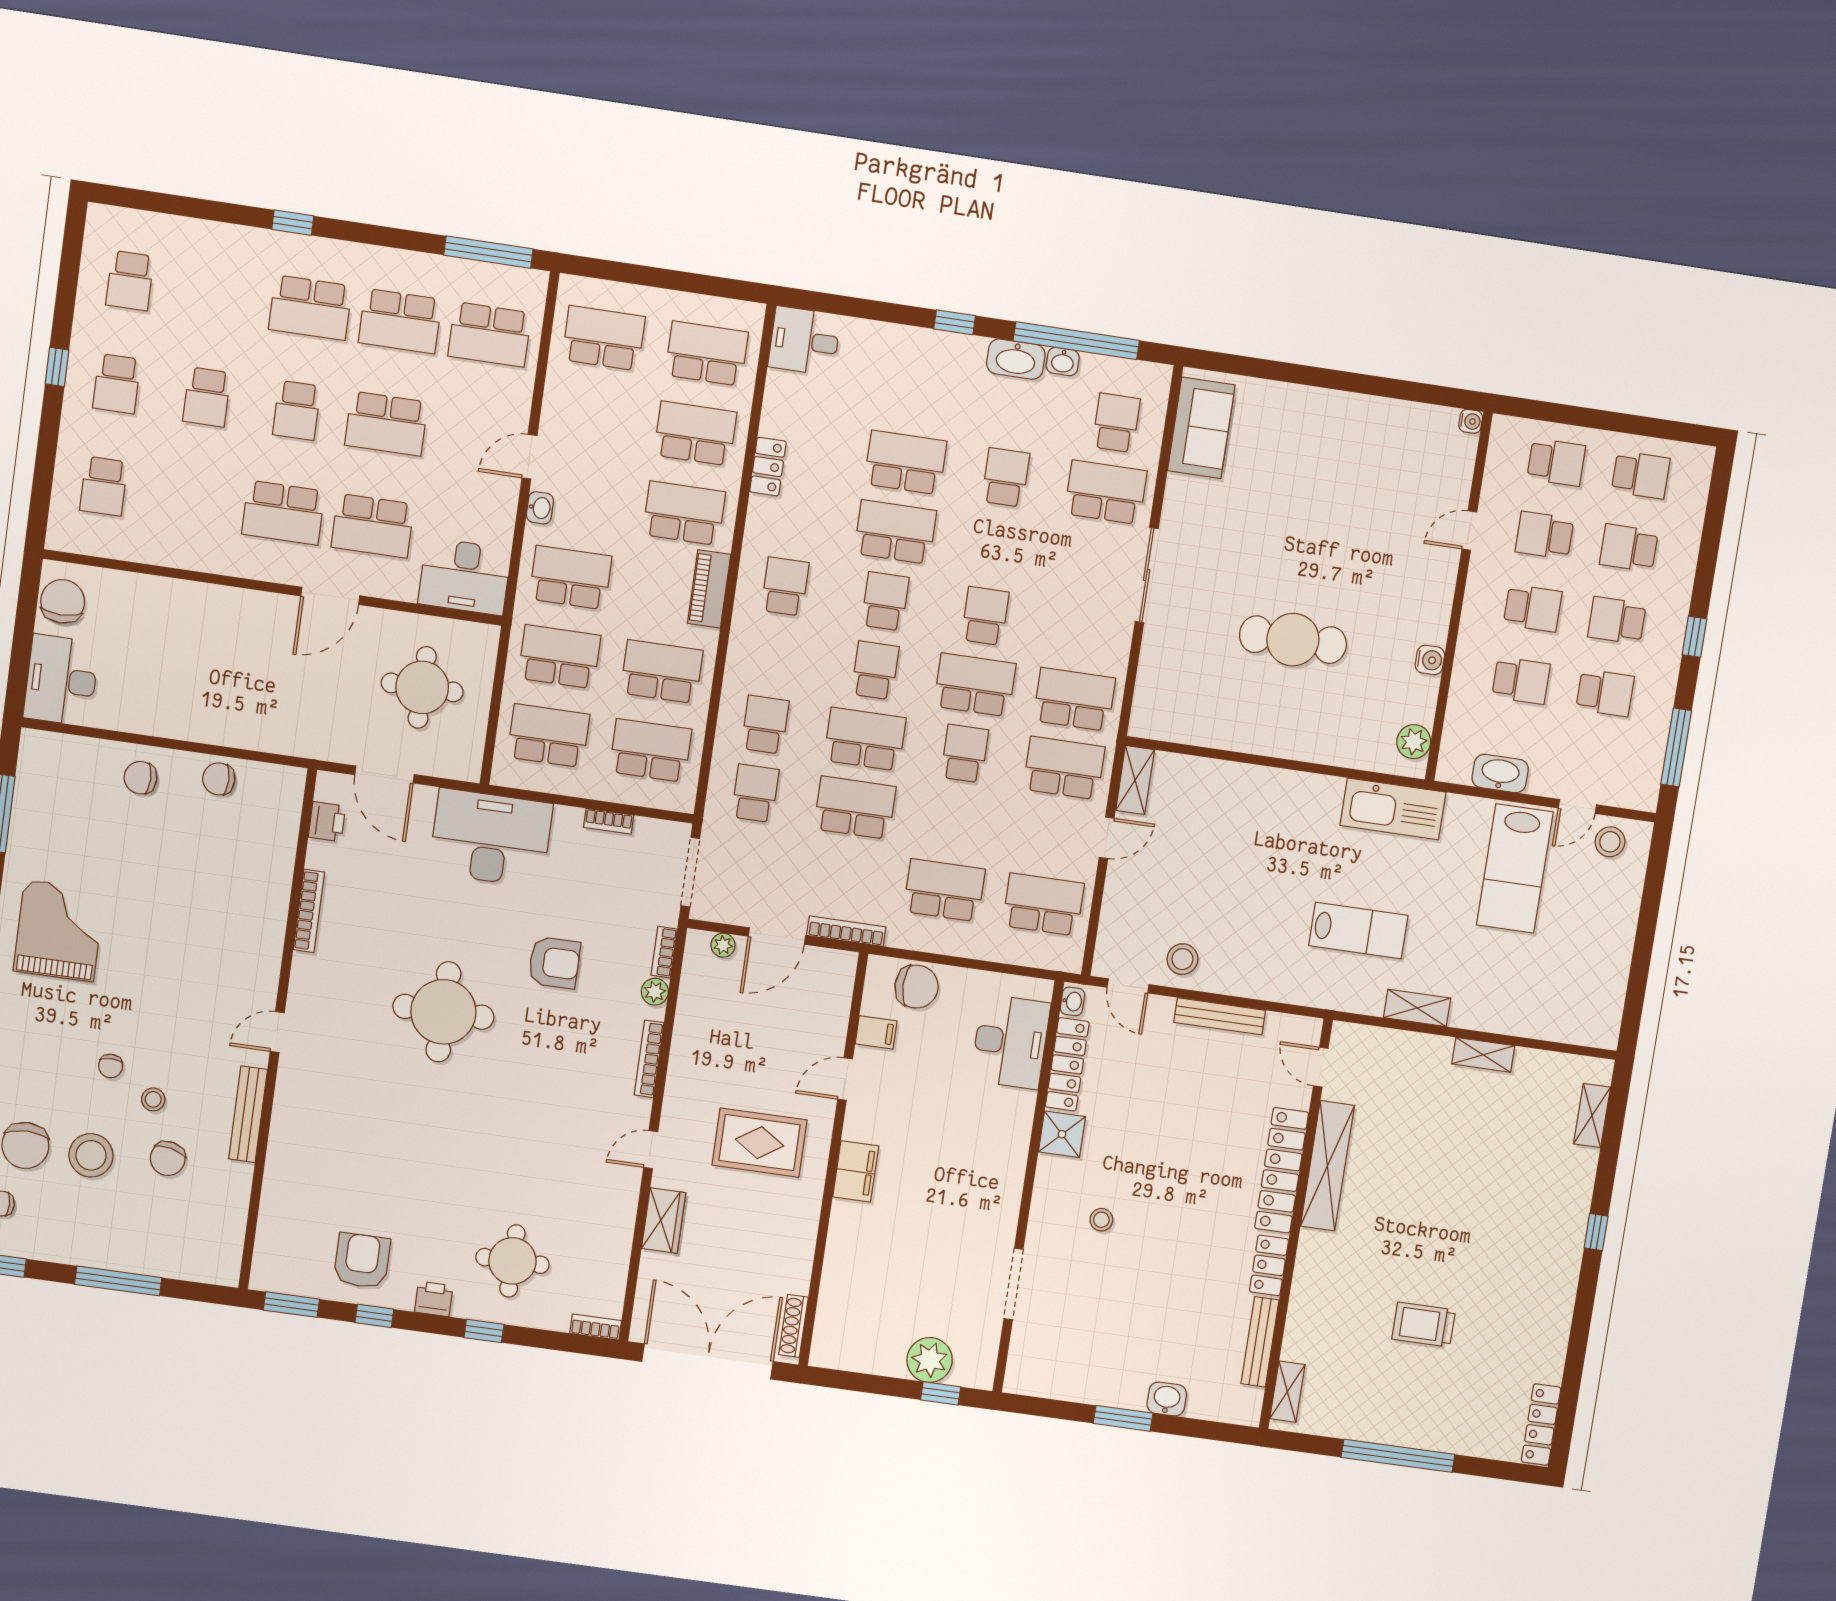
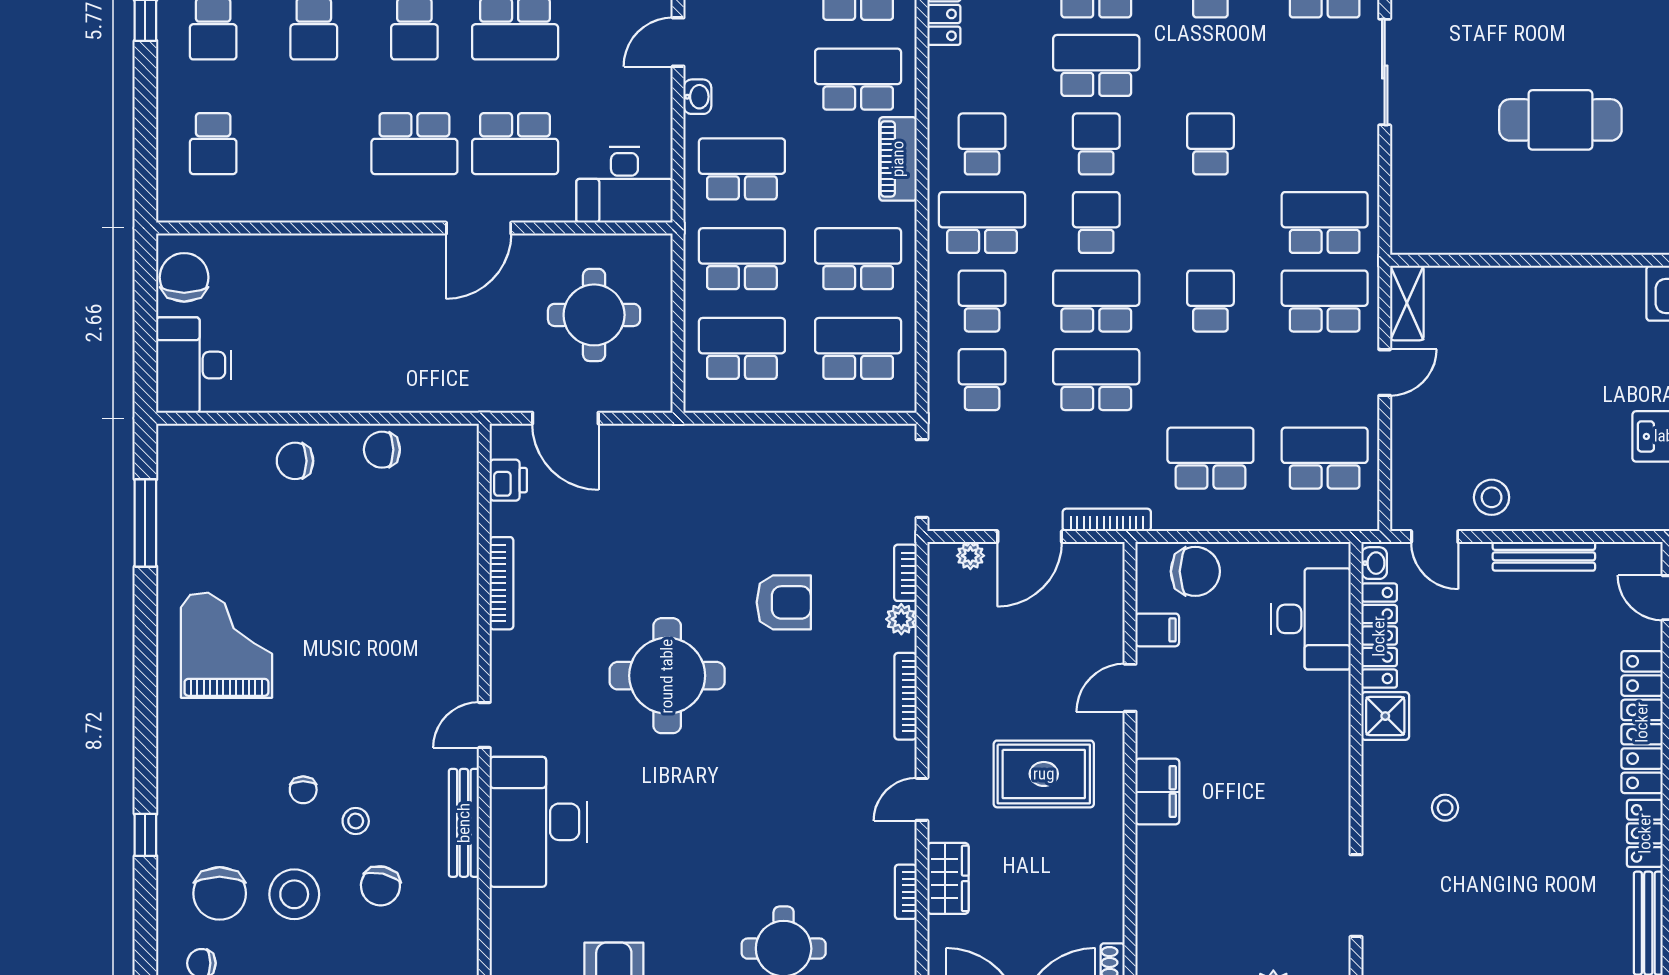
school desk: (975, 685) -> (982, 223), moved
bookcase: (609, 821) -> (906, 892), moved, turned 90
desk: (491, 838) -> (538, 822), moved, turned -90

